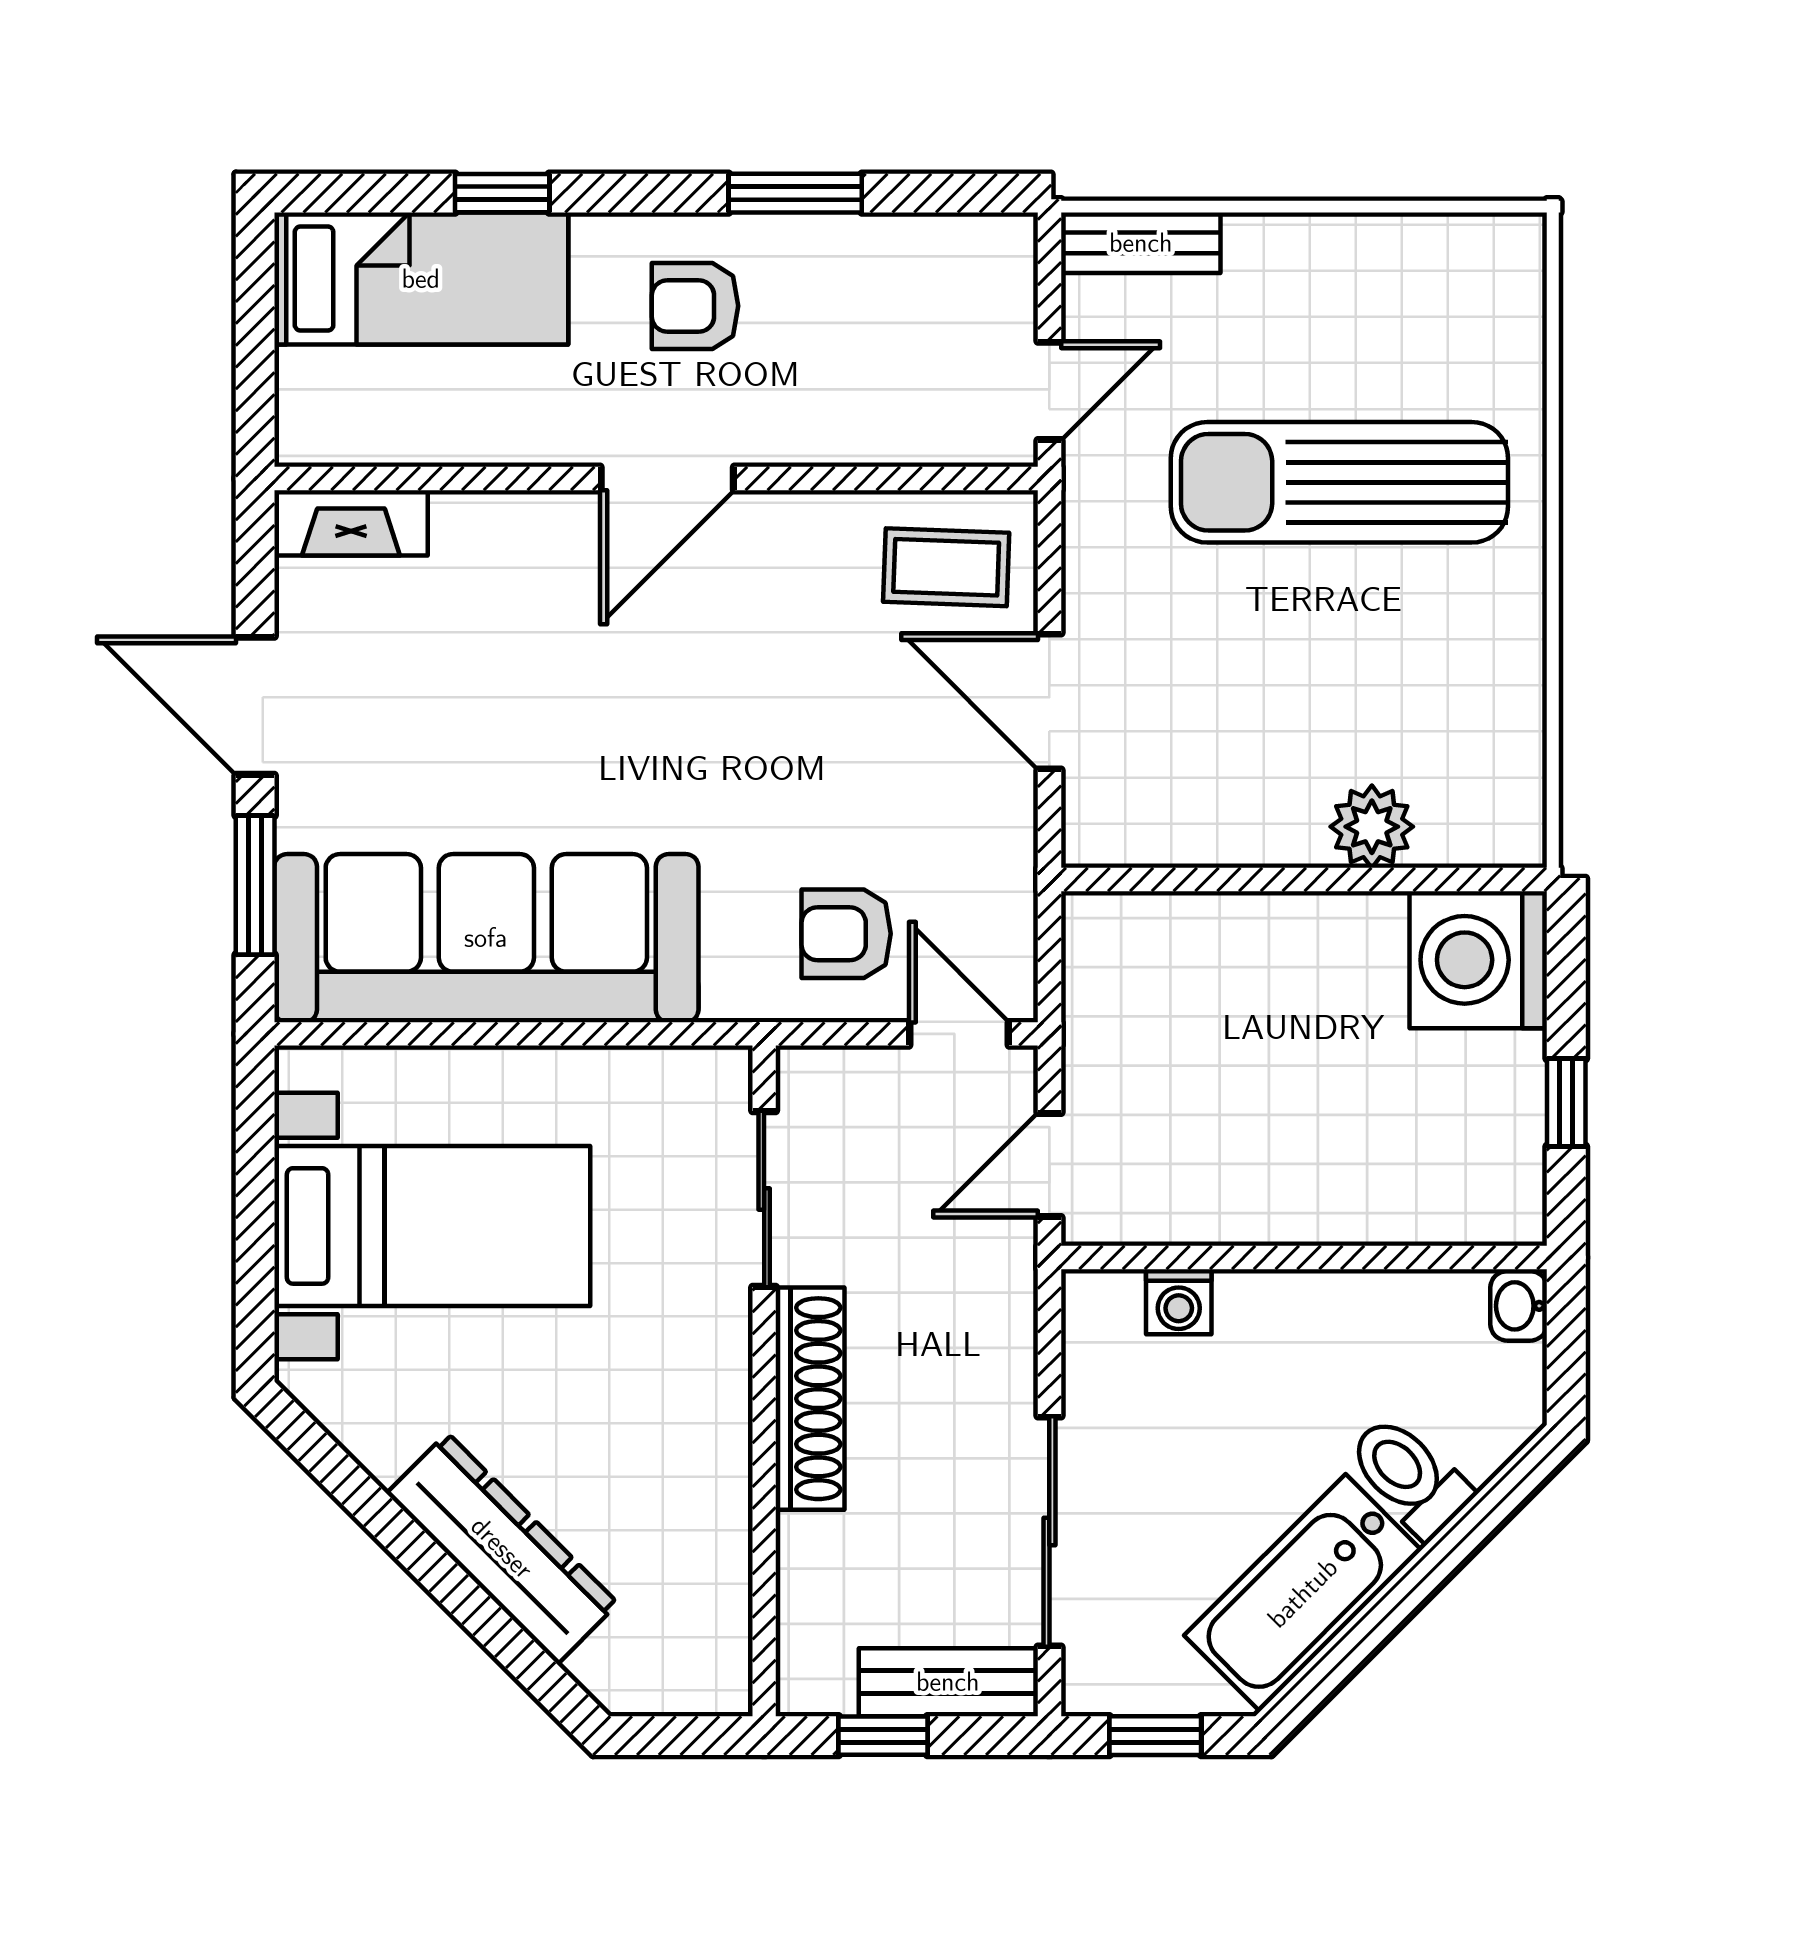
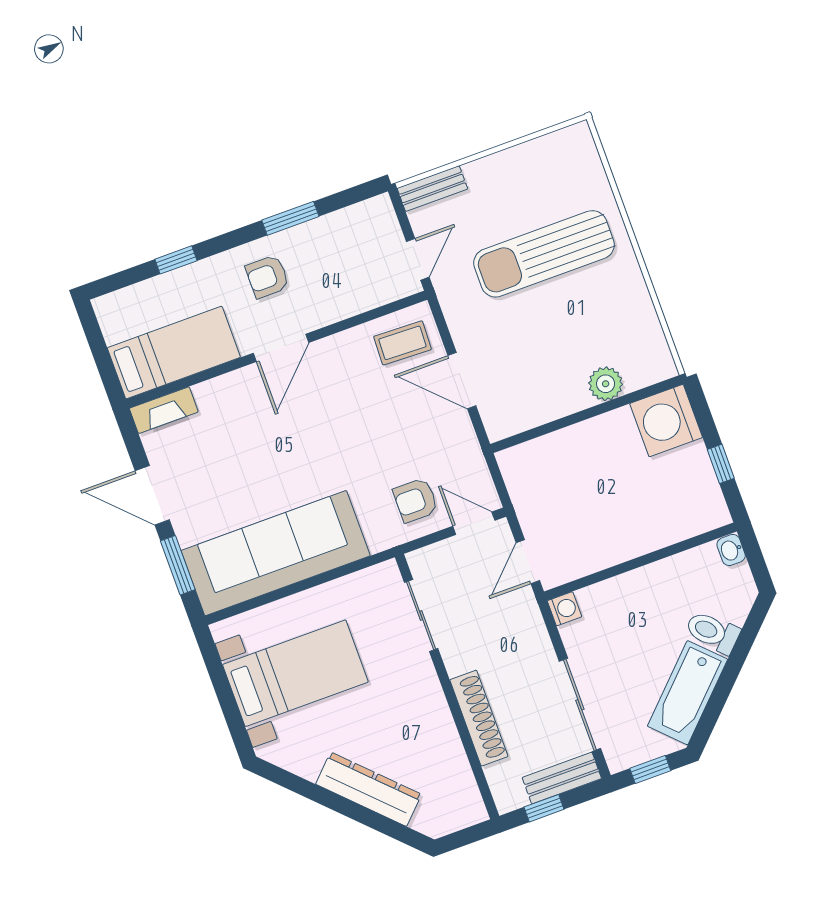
bed: (421, 279) -> (174, 353), moved
washing machine: (1179, 1302) -> (565, 609), moved, turned -90
shoe rack: (810, 1399) -> (479, 718), moved

